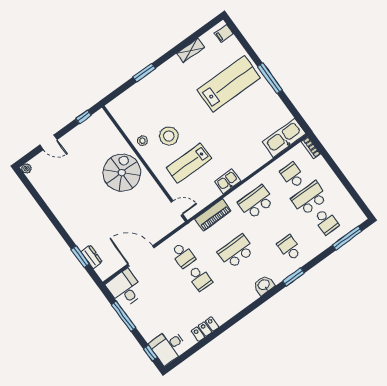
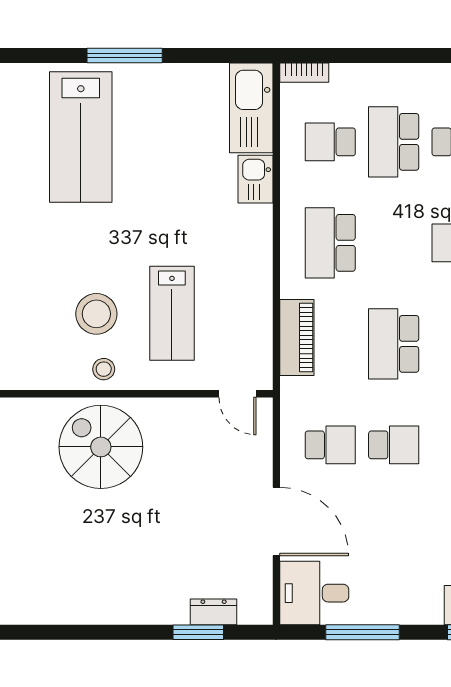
lab bench: (229, 84) -> (81, 137), turned 180
stool: (142, 141) -> (104, 369), moved
kitchen sink: (228, 181) -> (255, 179), moved
door: (177, 208) -> (237, 394), swing flipped
door: (141, 256) -> (276, 522), swing flipped

